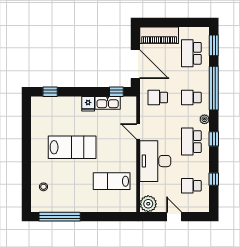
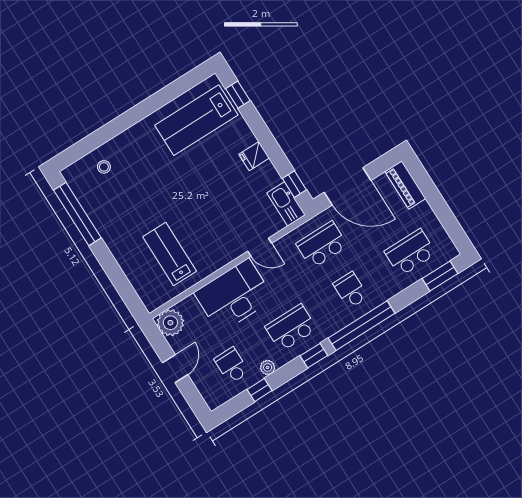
piano: (159, 35) -> (405, 185), width x0.73, depth x0.75
door: (135, 64) -> (348, 186), hinge flipped
window: (214, 88) -> (361, 326), moved
school desk: (158, 97) -> (322, 245), width x1.85
kitchen sink: (108, 103) -> (286, 204), moved
plant: (204, 119) -> (268, 367), moved
door: (138, 131) -> (260, 247), swing flipped
lab bench: (72, 147) -> (196, 120), moved, turned 90

